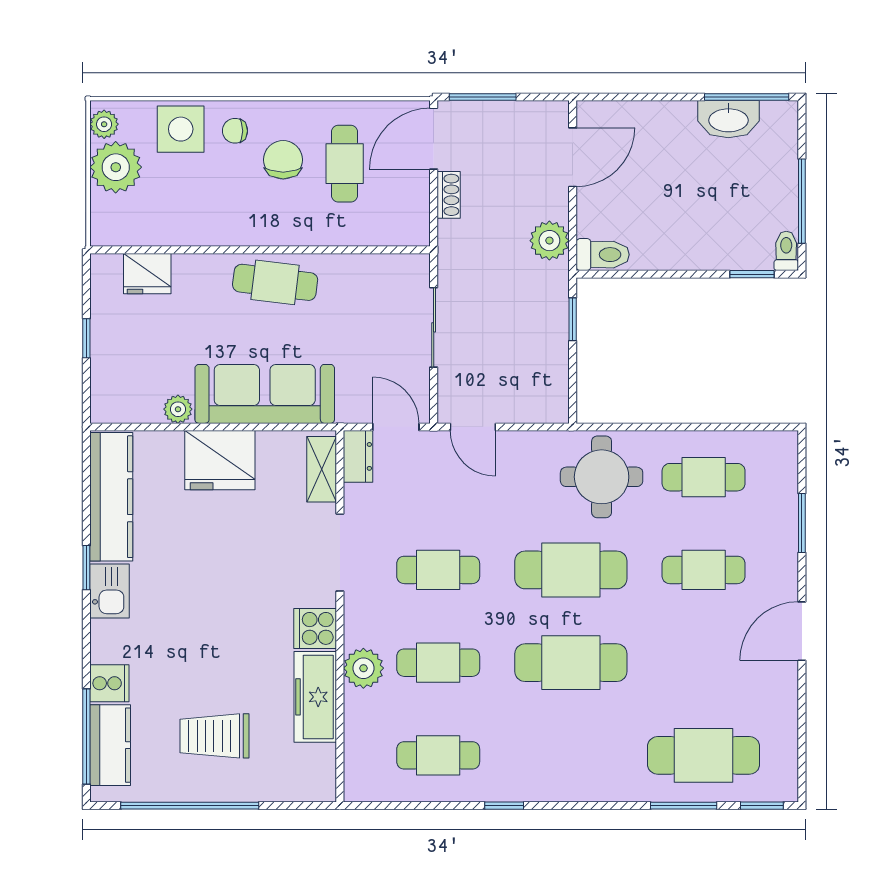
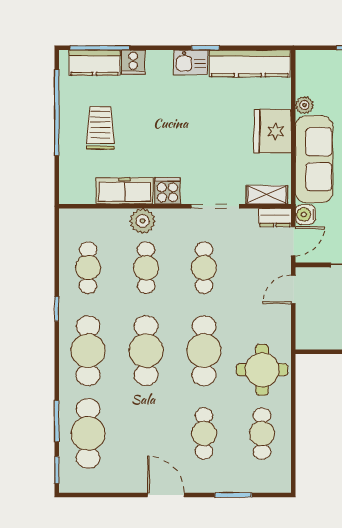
water cooler: (353, 408) -> (305, 214), added
cafe table: (571, 755) -> (88, 351), added

